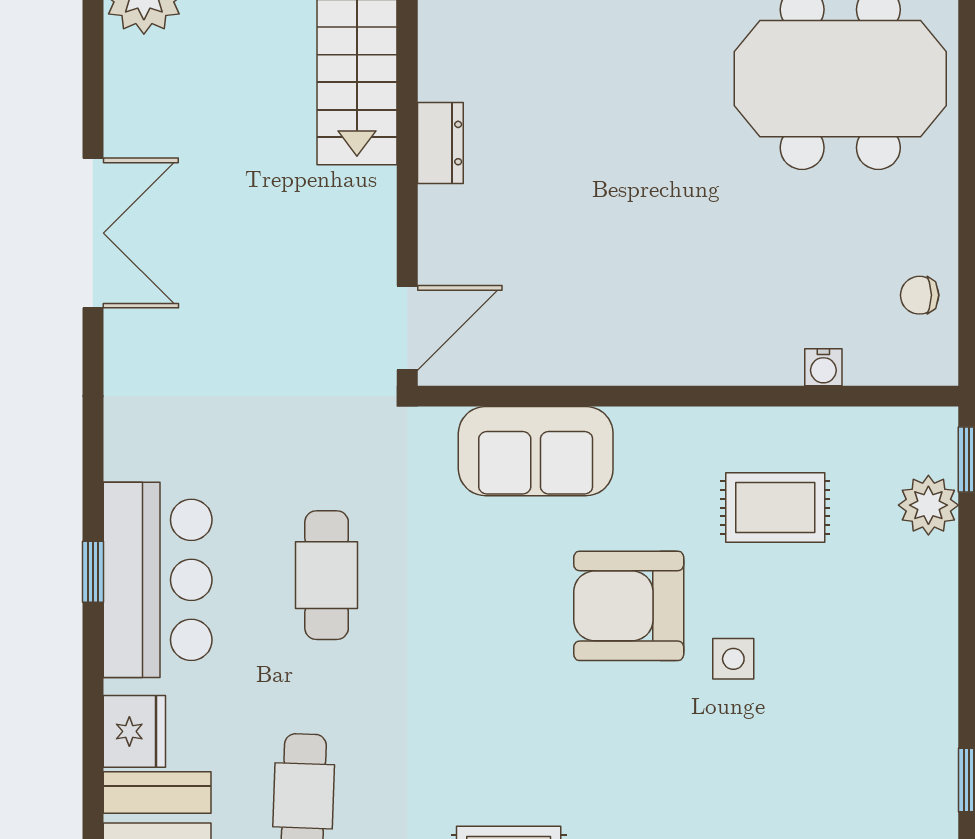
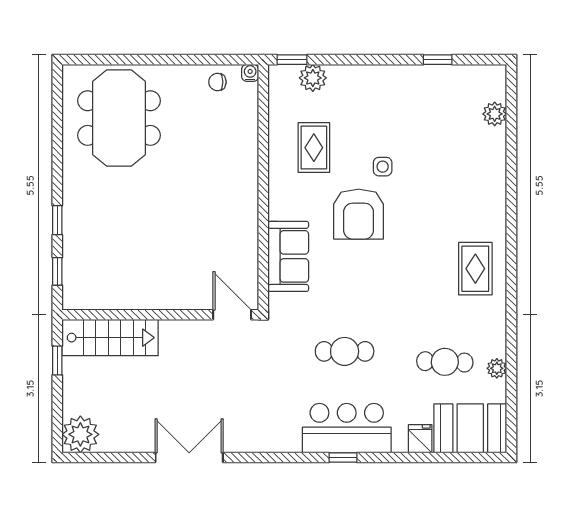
dresser: (440, 143) -> (148, 300), removed
chair: (920, 295) -> (217, 82), turned 90
water cooler: (823, 367) -> (250, 73), moved, turned -90
fridge: (134, 731) -> (420, 439), width x0.72

